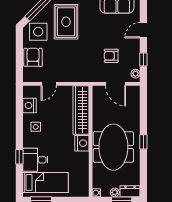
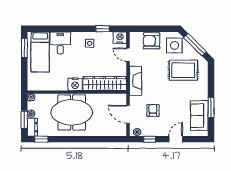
door: (143, 30) -> (176, 139), hinge flipped
armchair: (33, 57) -> (152, 41), turned 180
fireplace: (78, 75) -> (136, 81), added
door: (116, 84) -> (128, 114), hinge flipped
nightstand: (30, 105) -> (120, 38), moved
window: (143, 142) -> (41, 139), moved
window: (19, 157) -> (103, 29), moved

